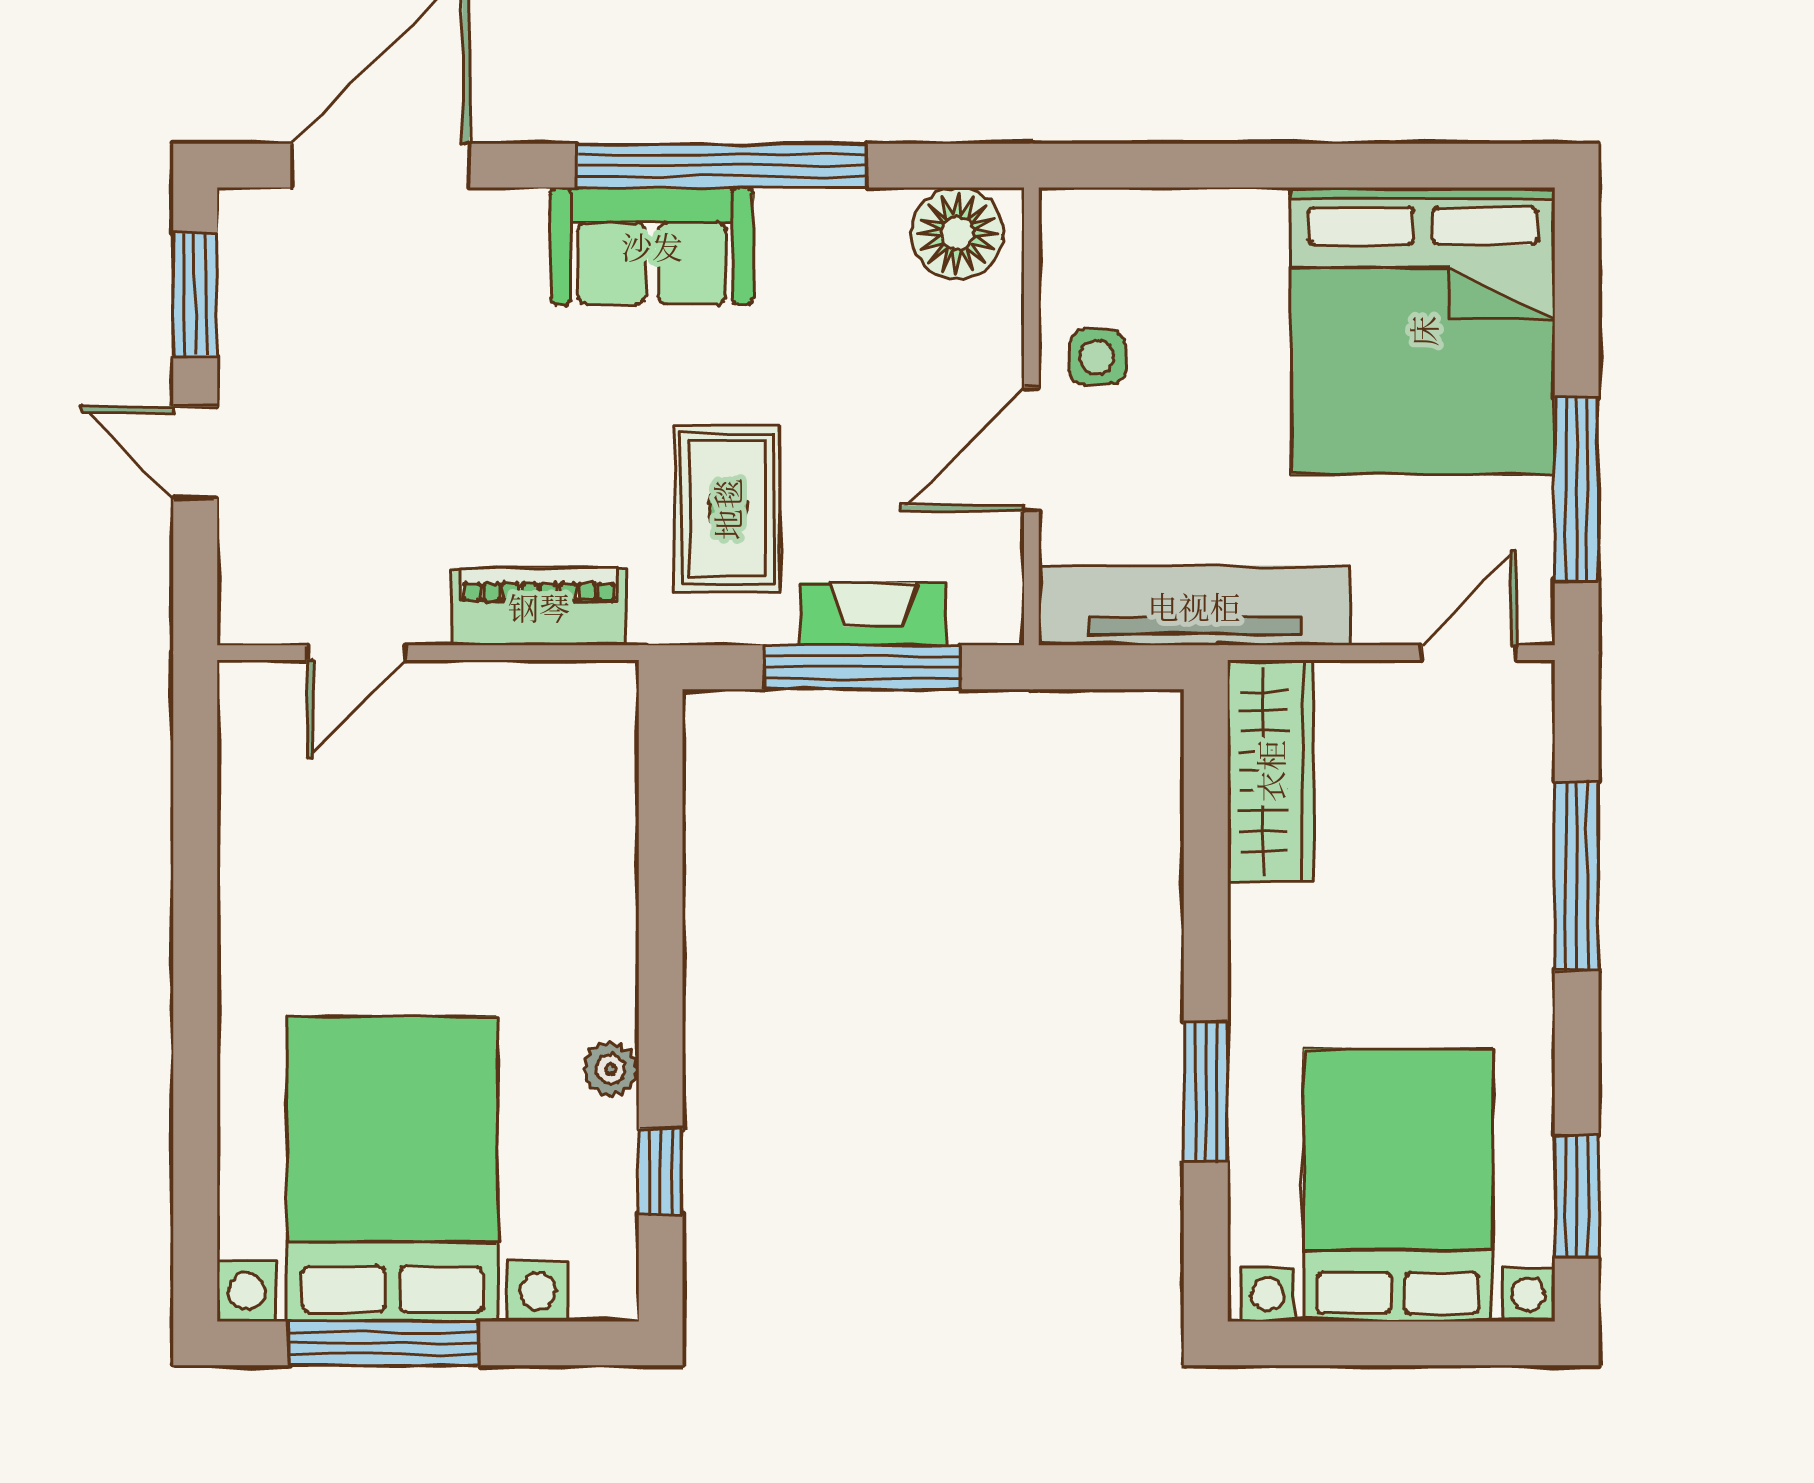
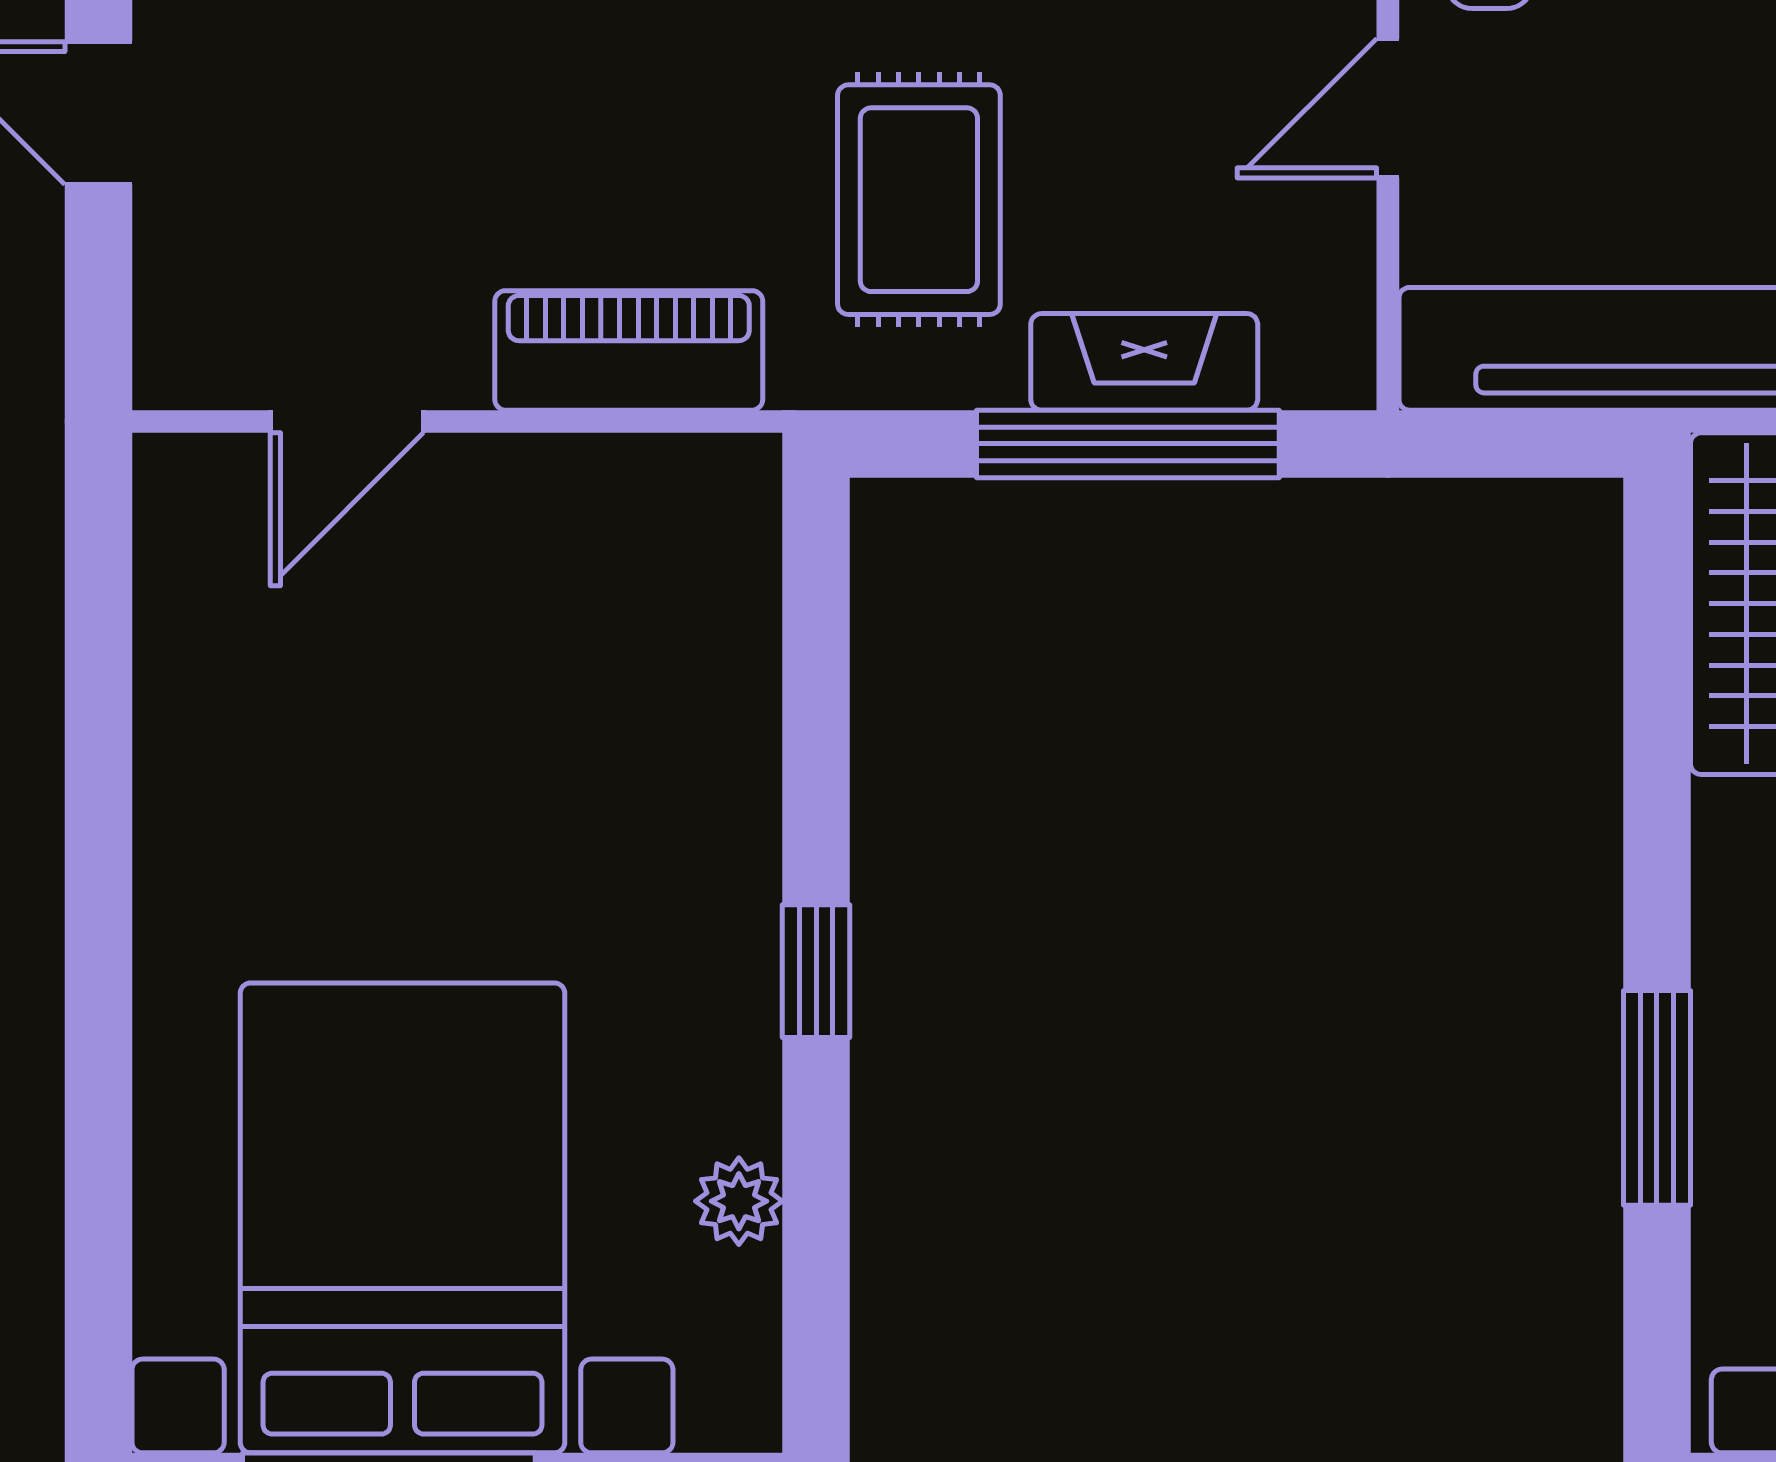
door: (1031, 450) -> (1388, 108), width x0.73
plant: (611, 1069) -> (739, 1201), moved
window: (661, 1172) -> (816, 971), moved

